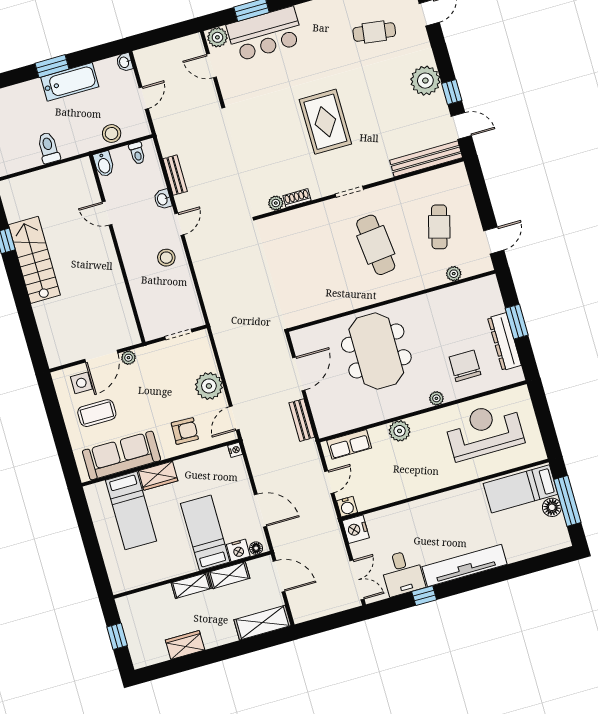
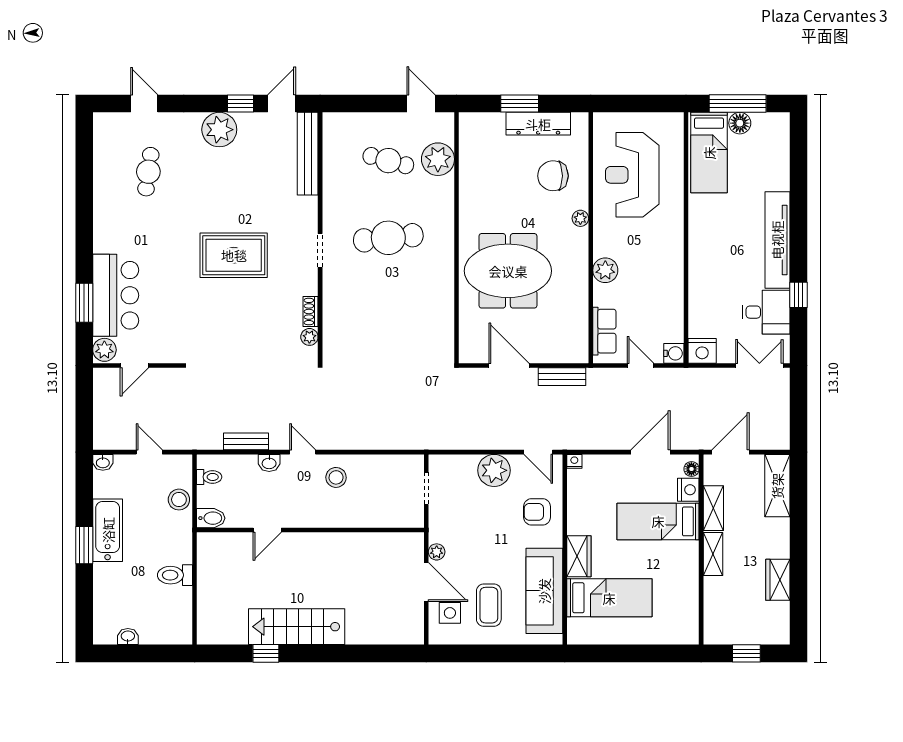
plant: (454, 274) -> (438, 159), width x1.88, depth x1.88
armchair: (185, 431) -> (537, 512), turned -92

